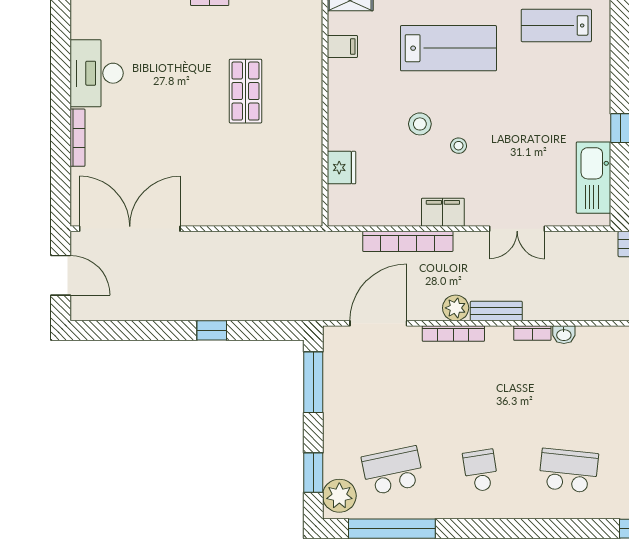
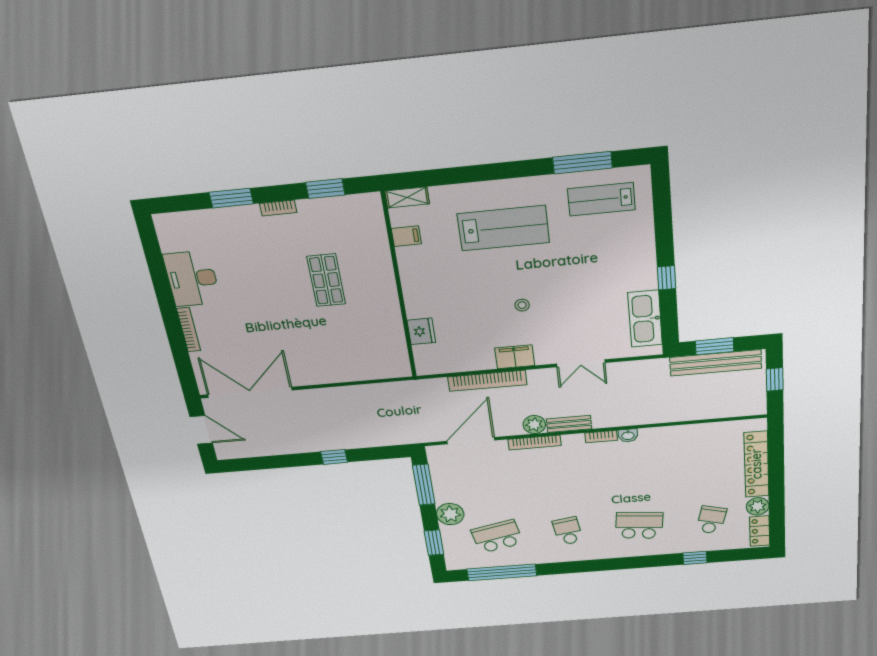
stool: (420, 124) -> (485, 291), removed
plant: (339, 496) -> (450, 514), moved

